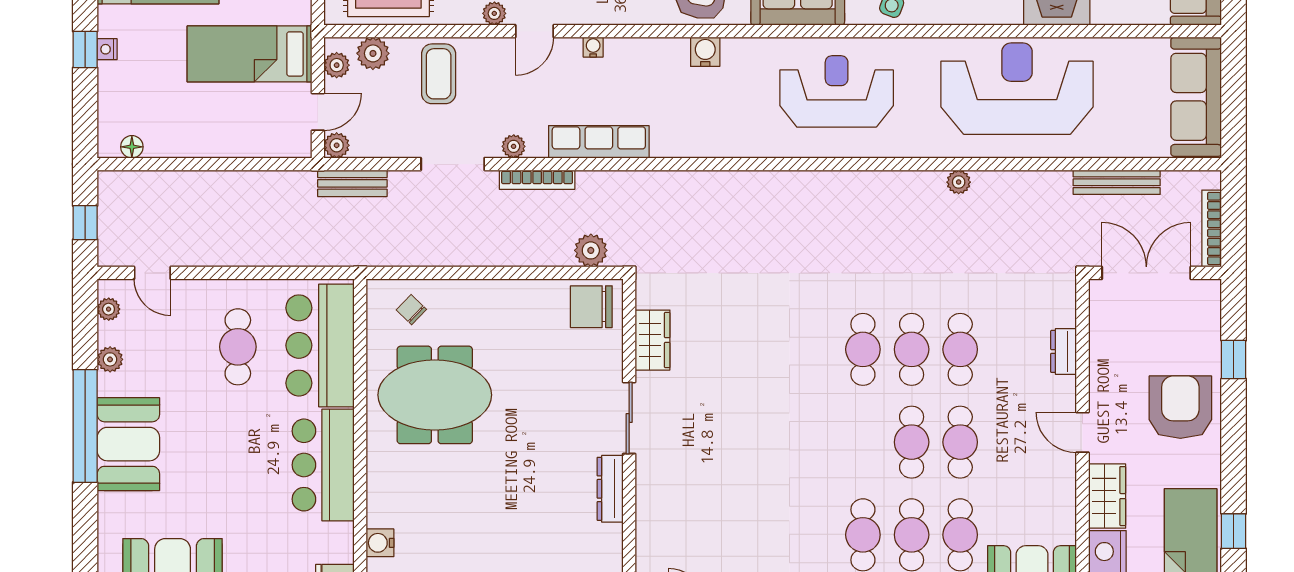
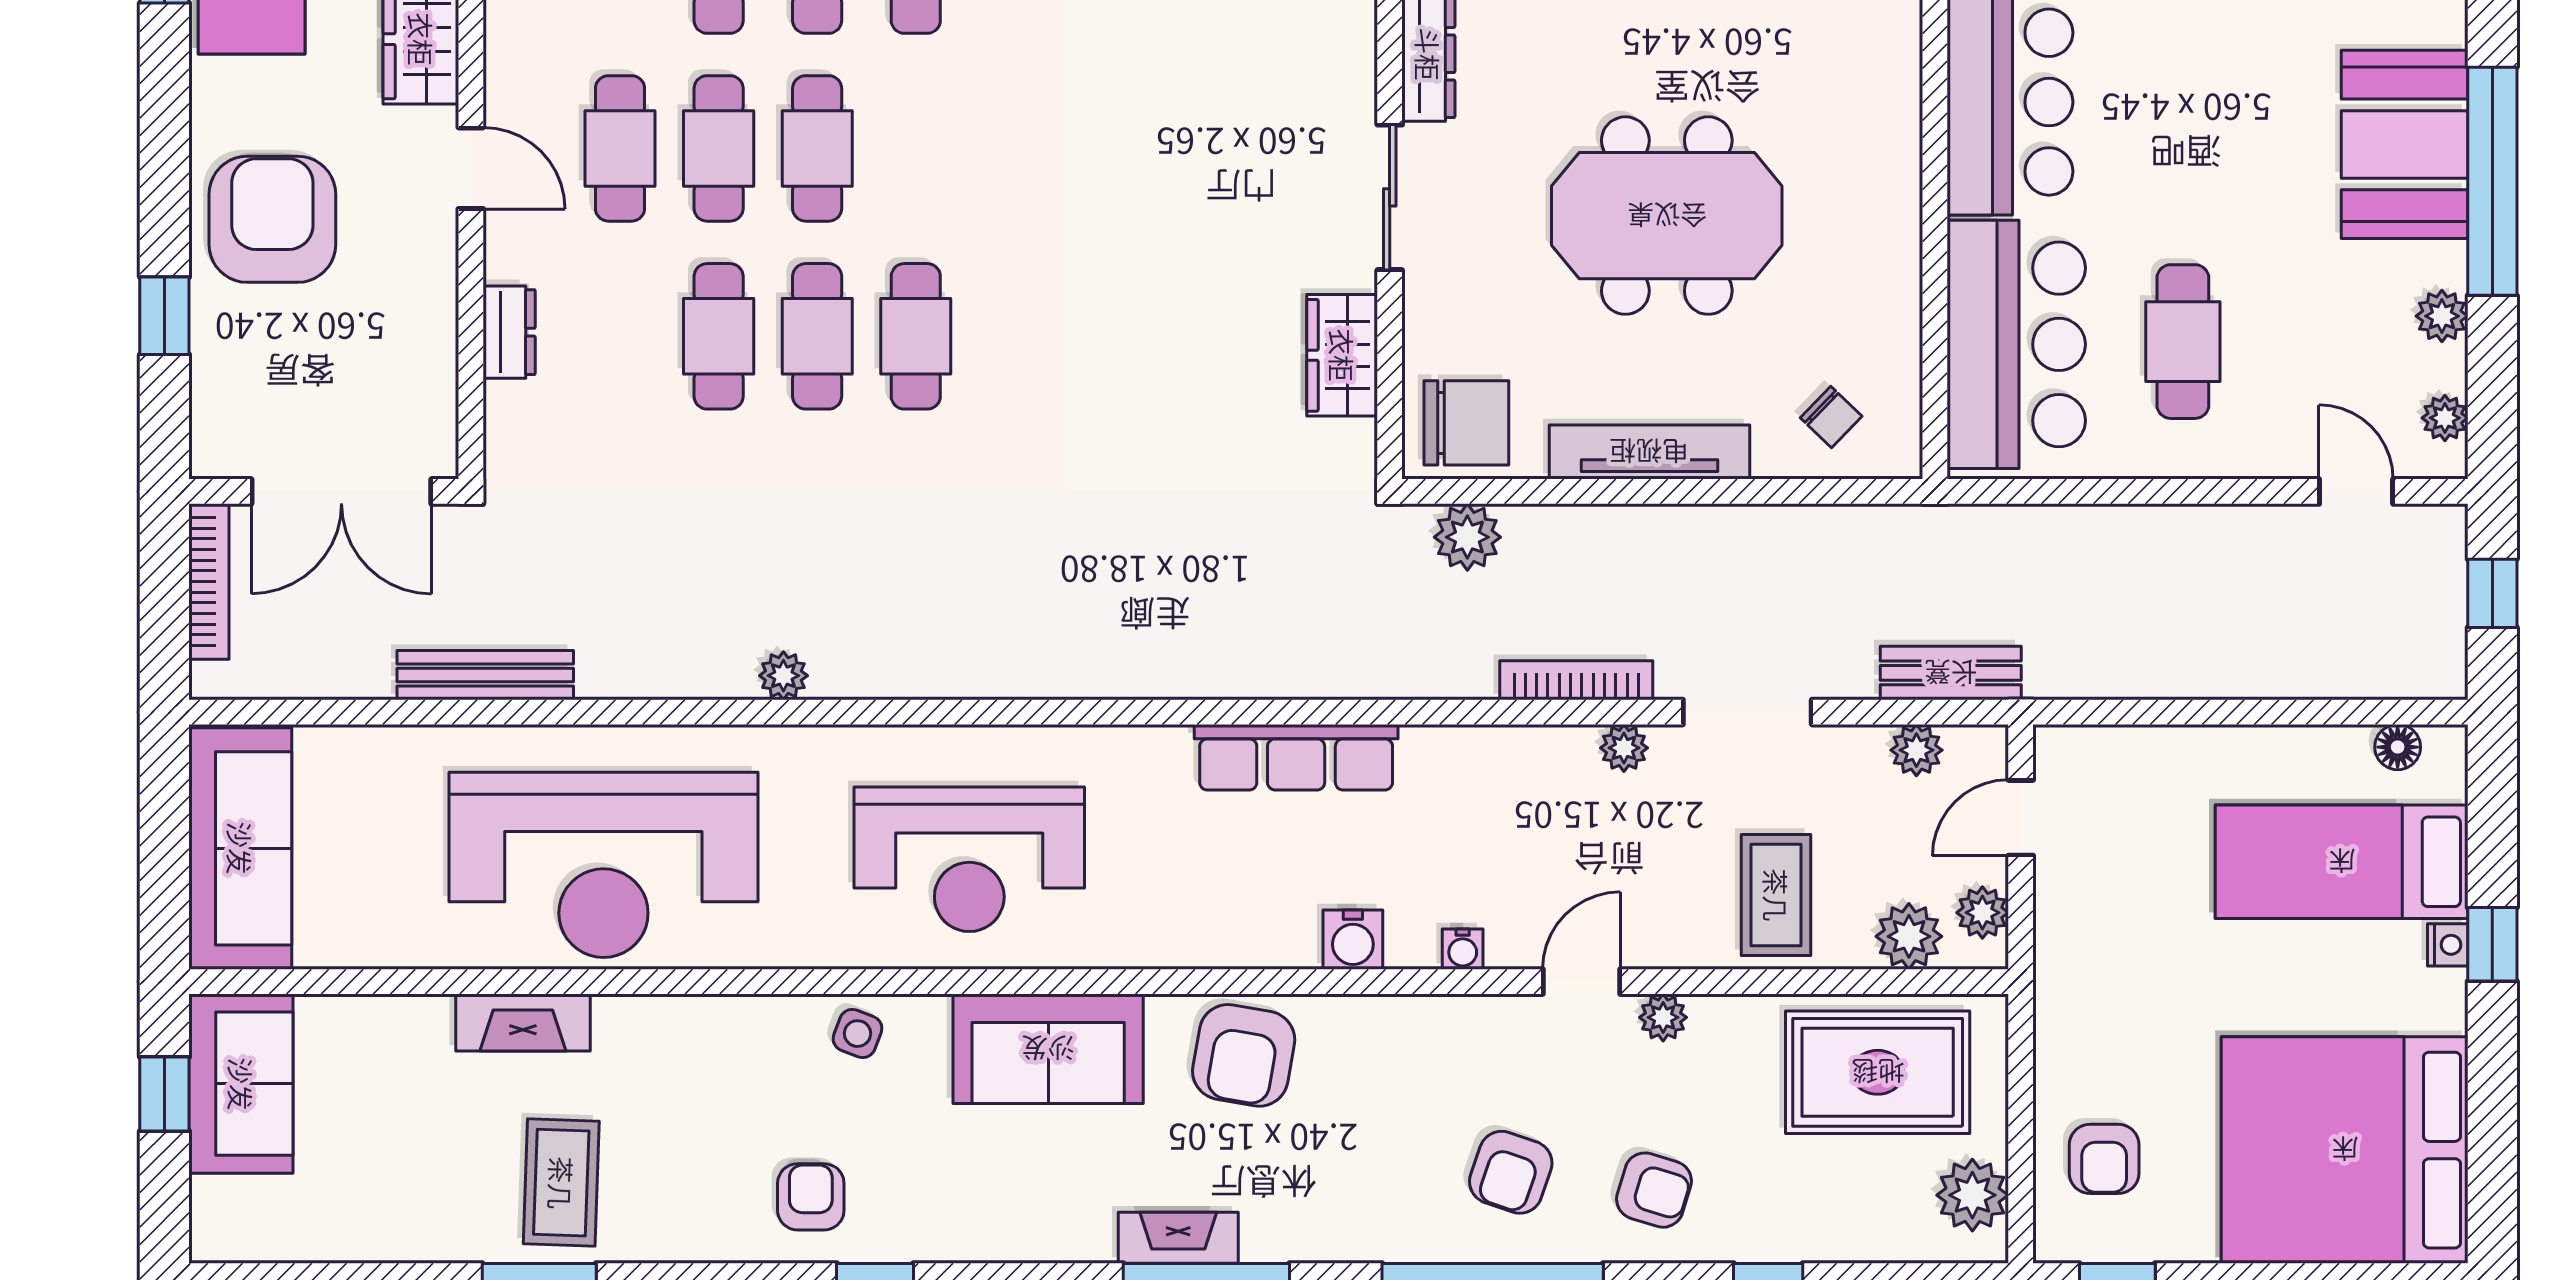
water cooler: (705, 52) -> (1353, 940), moved
bed: (249, 54) -> (2342, 862), moved, turned 180
row of seats: (599, 142) -> (1296, 757), moved
plant: (337, 145) -> (1916, 750), moved
plant: (959, 182) -> (783, 676), moved
bench: (1117, 182) -> (485, 675), moved
tv unit: (501, 292) -> (1649, 452), added
meeting table: (435, 395) -> (1667, 216), moved
armchair: (1180, 407) -> (272, 219), turned 180
cafe table: (1009, 442) -> (620, 148), added

